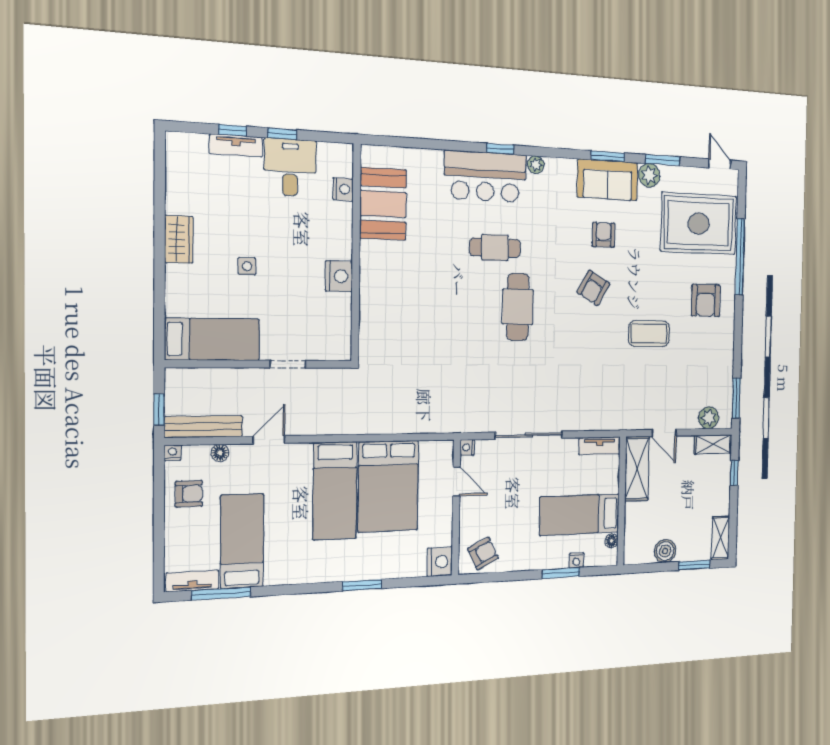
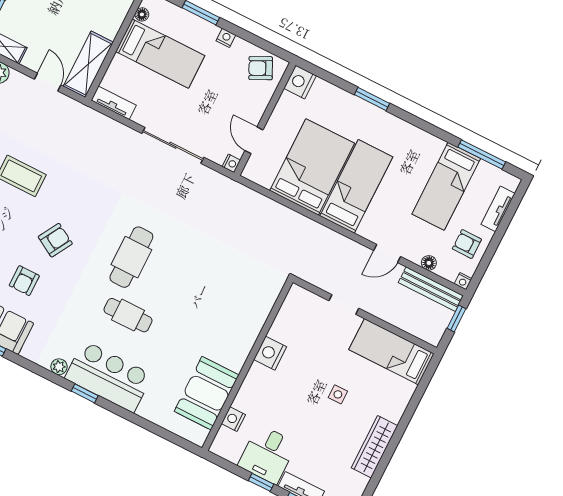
wardrobe: (179, 239) -> (374, 447), width x1.50
nightstand: (576, 560) -> (226, 38), moved
tv unit: (192, 581) -> (498, 209), moved, turned 90

